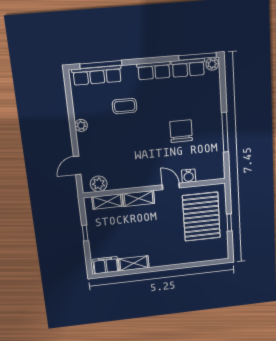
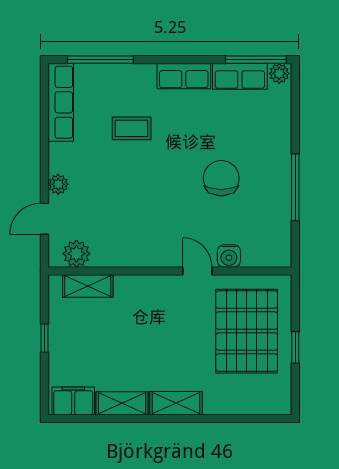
row of seats: (97, 75) -> (61, 102), moved, turned -90
plant: (81, 125) -> (58, 184), moved
shelving: (139, 198) -> (176, 403), moved

